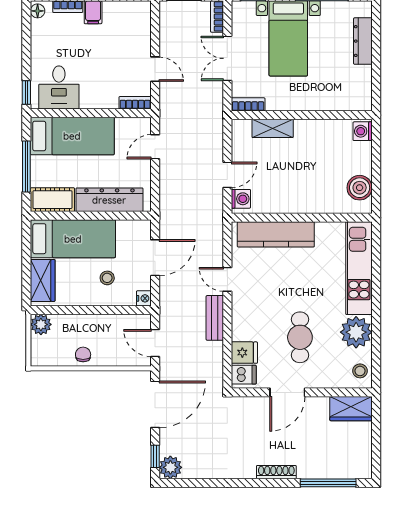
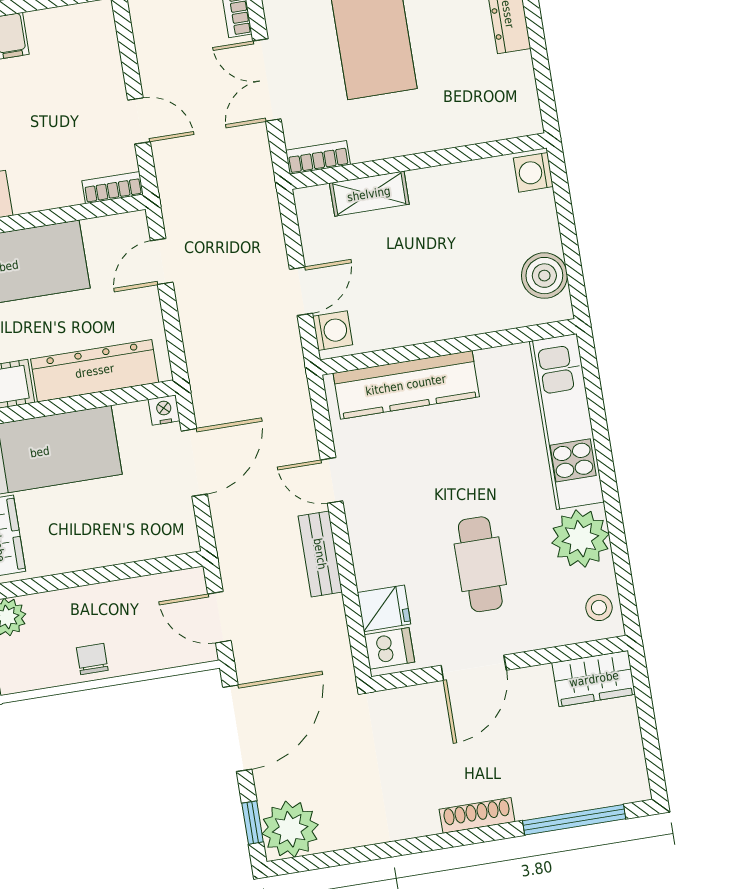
stool: (107, 278) -> (113, 513), removed
nightstand: (144, 298) -> (164, 410), moved, turned -90
plant: (170, 467) -> (290, 829), width x1.36, depth x1.36

